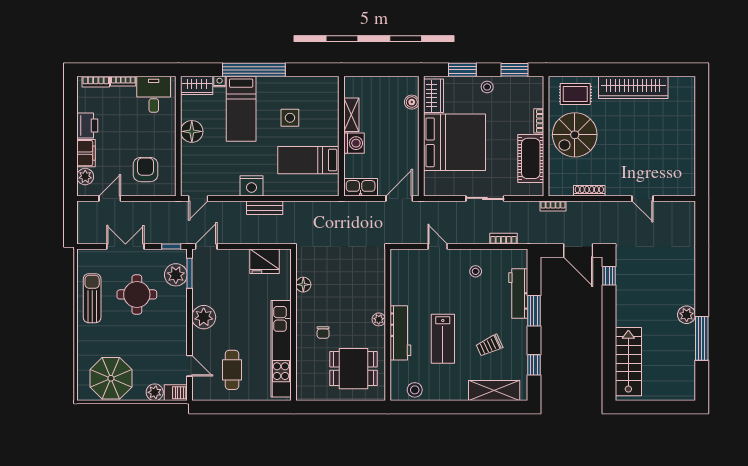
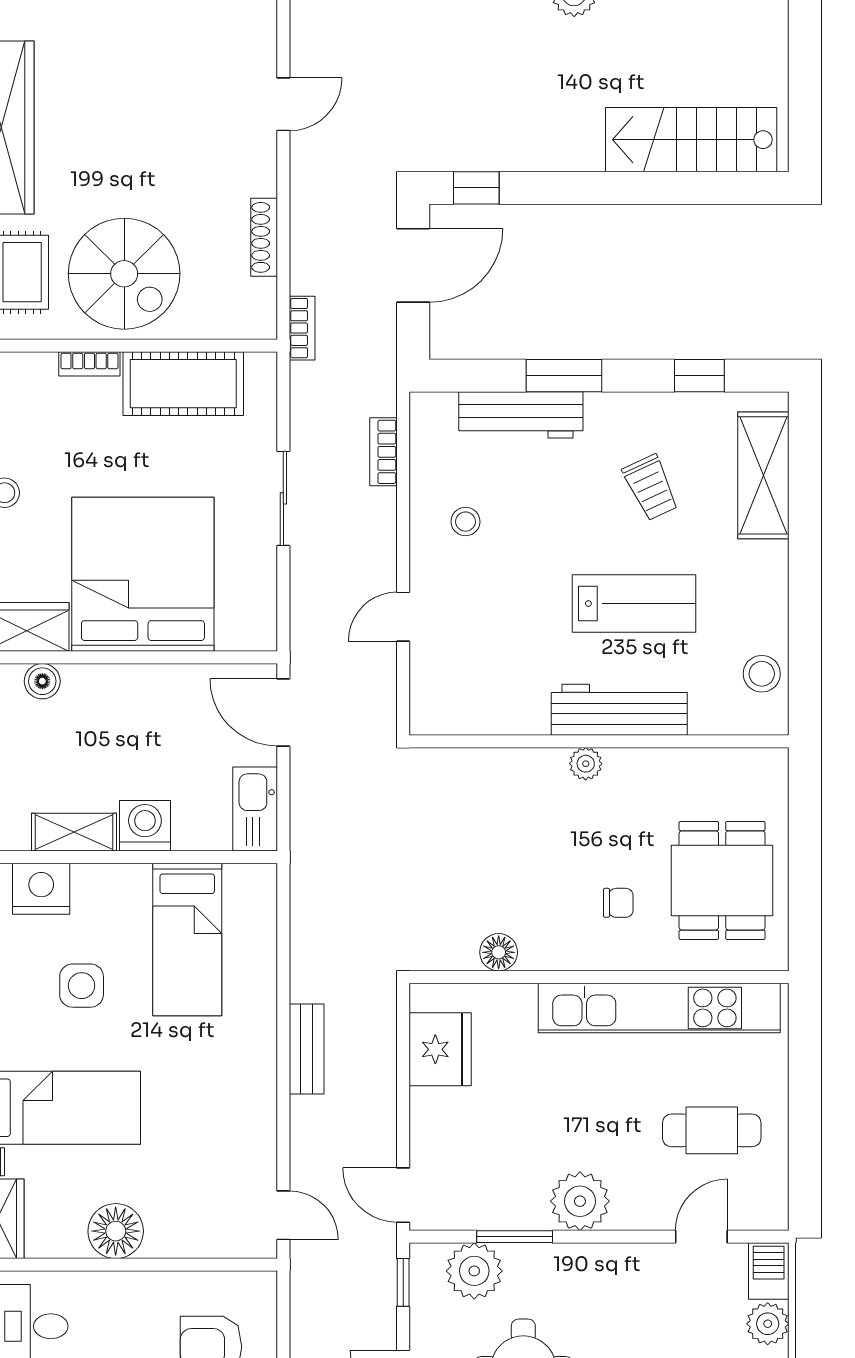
nightstand: (251, 186) -> (41, 889), moved, turned -90
window: (190, 273) -> (515, 1237), moved
dining table: (353, 369) -> (722, 880), moved

